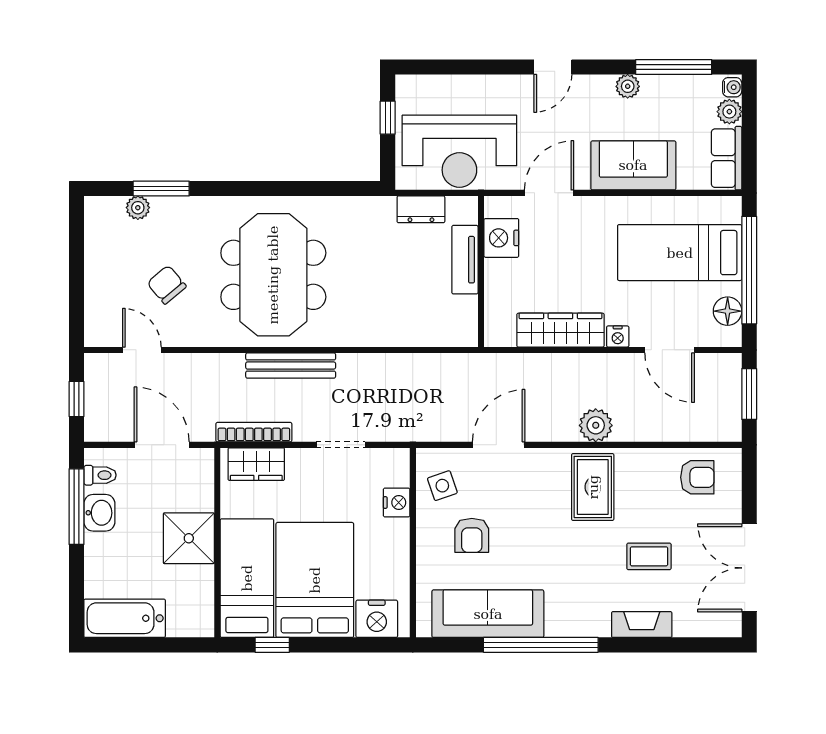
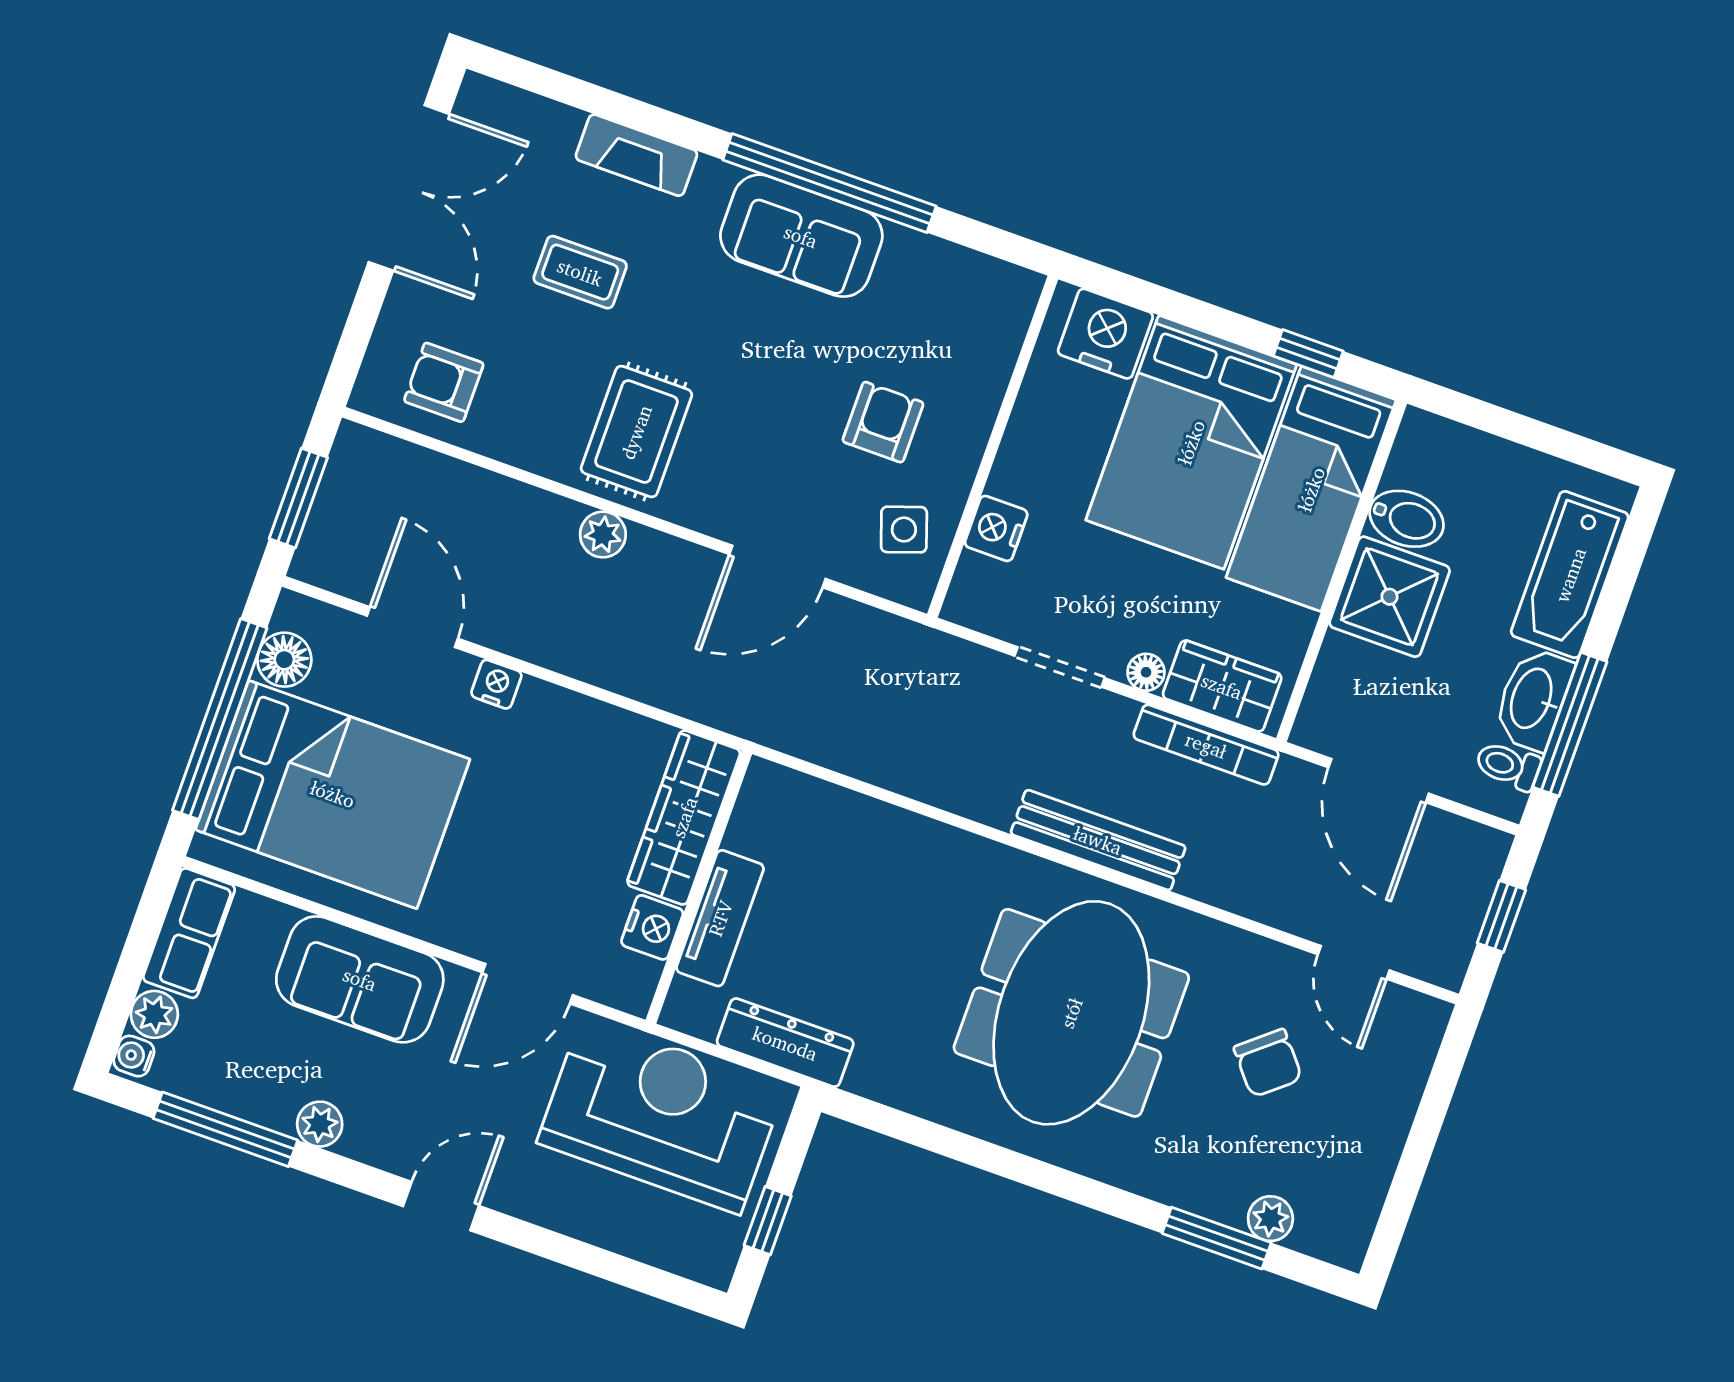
dresser: (421, 209) -> (785, 1043), width x1.44
nightstand: (501, 238) -> (652, 927), width x0.74, depth x0.75
bed: (680, 253) -> (333, 794), width x1.50
wardrobe: (560, 330) -> (684, 817), moved, turned 90
plant: (596, 425) -> (603, 535), width x0.73, depth x0.73
floor lamp: (297, 458) -> (1146, 672), added
washbasin: (99, 513) -> (1533, 699), width x1.38
bidet: (194, 580) -> (1407, 519), added
sofa: (488, 614) -> (801, 236), moved, width x0.73
bathtub: (125, 618) -> (1570, 575), moved, turned 90

